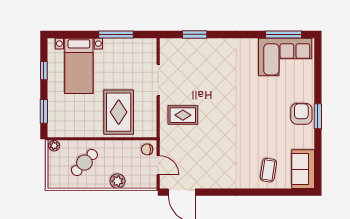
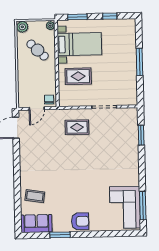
window: (116, 34) -> (139, 62), moved
bed with nightstands: (79, 66) -> (79, 44), moved, turned 180
rug: (119, 112) -> (78, 76), width x0.73, depth x0.70
rug: (183, 115) -> (77, 127), turned 90
window: (318, 116) -> (60, 235), moved
plant: (118, 181) -> (22, 27), moved

